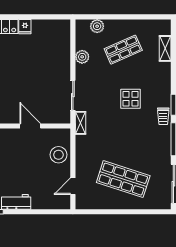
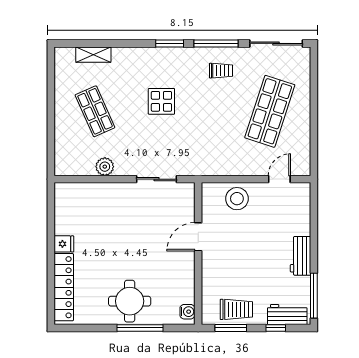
plant: (97, 26) -> (63, 146), removed
trolley: (163, 116) -> (221, 71), moved
shelving: (81, 123) -> (194, 169), removed
door: (73, 186) -> (279, 179), swing flipped

